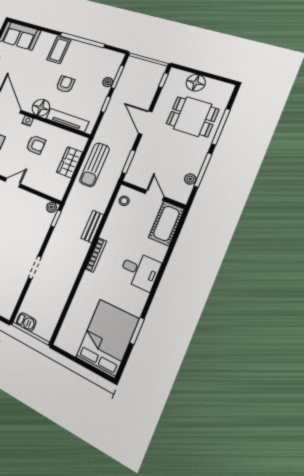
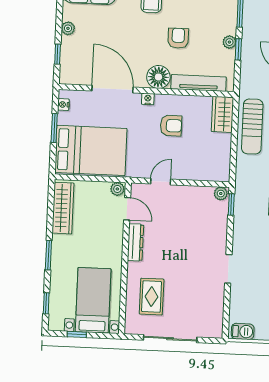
plant: (108, 82) -> (229, 42), moved
wardrobe: (70, 162) -> (222, 114), moved

